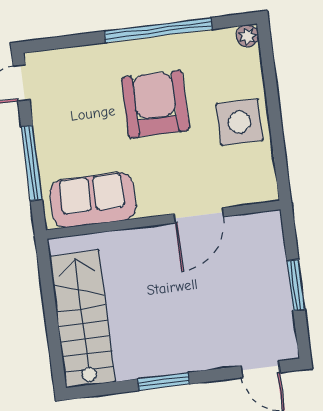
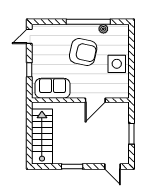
plant: (247, 36) -> (103, 29), moved
armchair: (155, 104) -> (83, 52), turned 102
window: (32, 163) -> (29, 70), width x0.46

